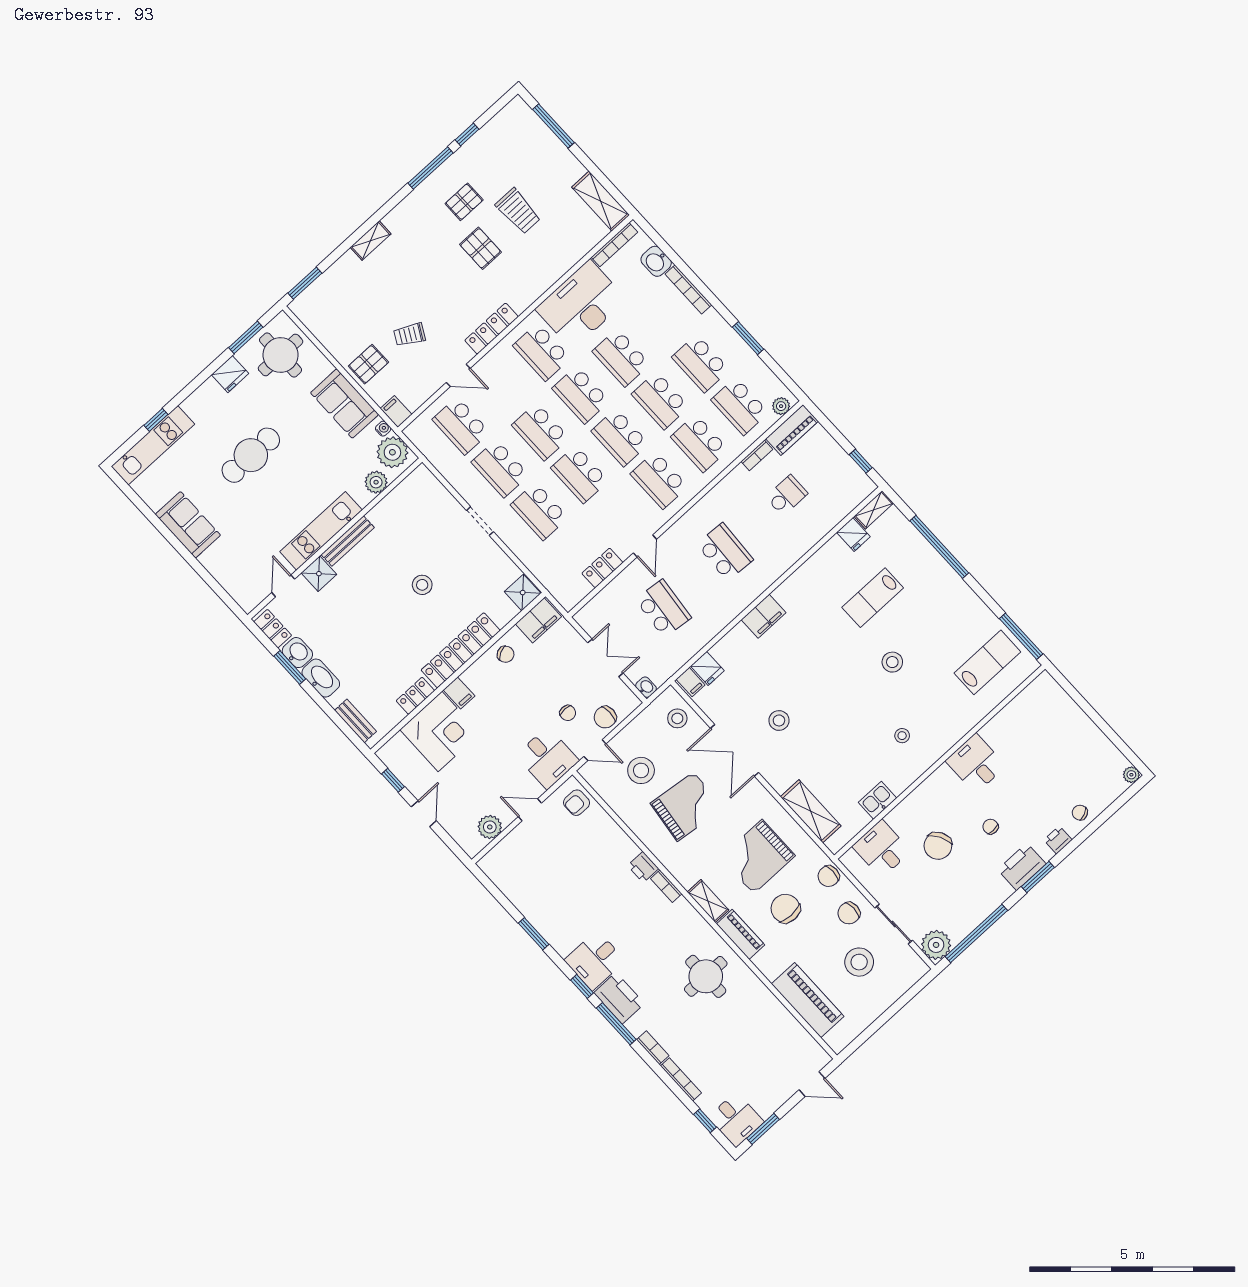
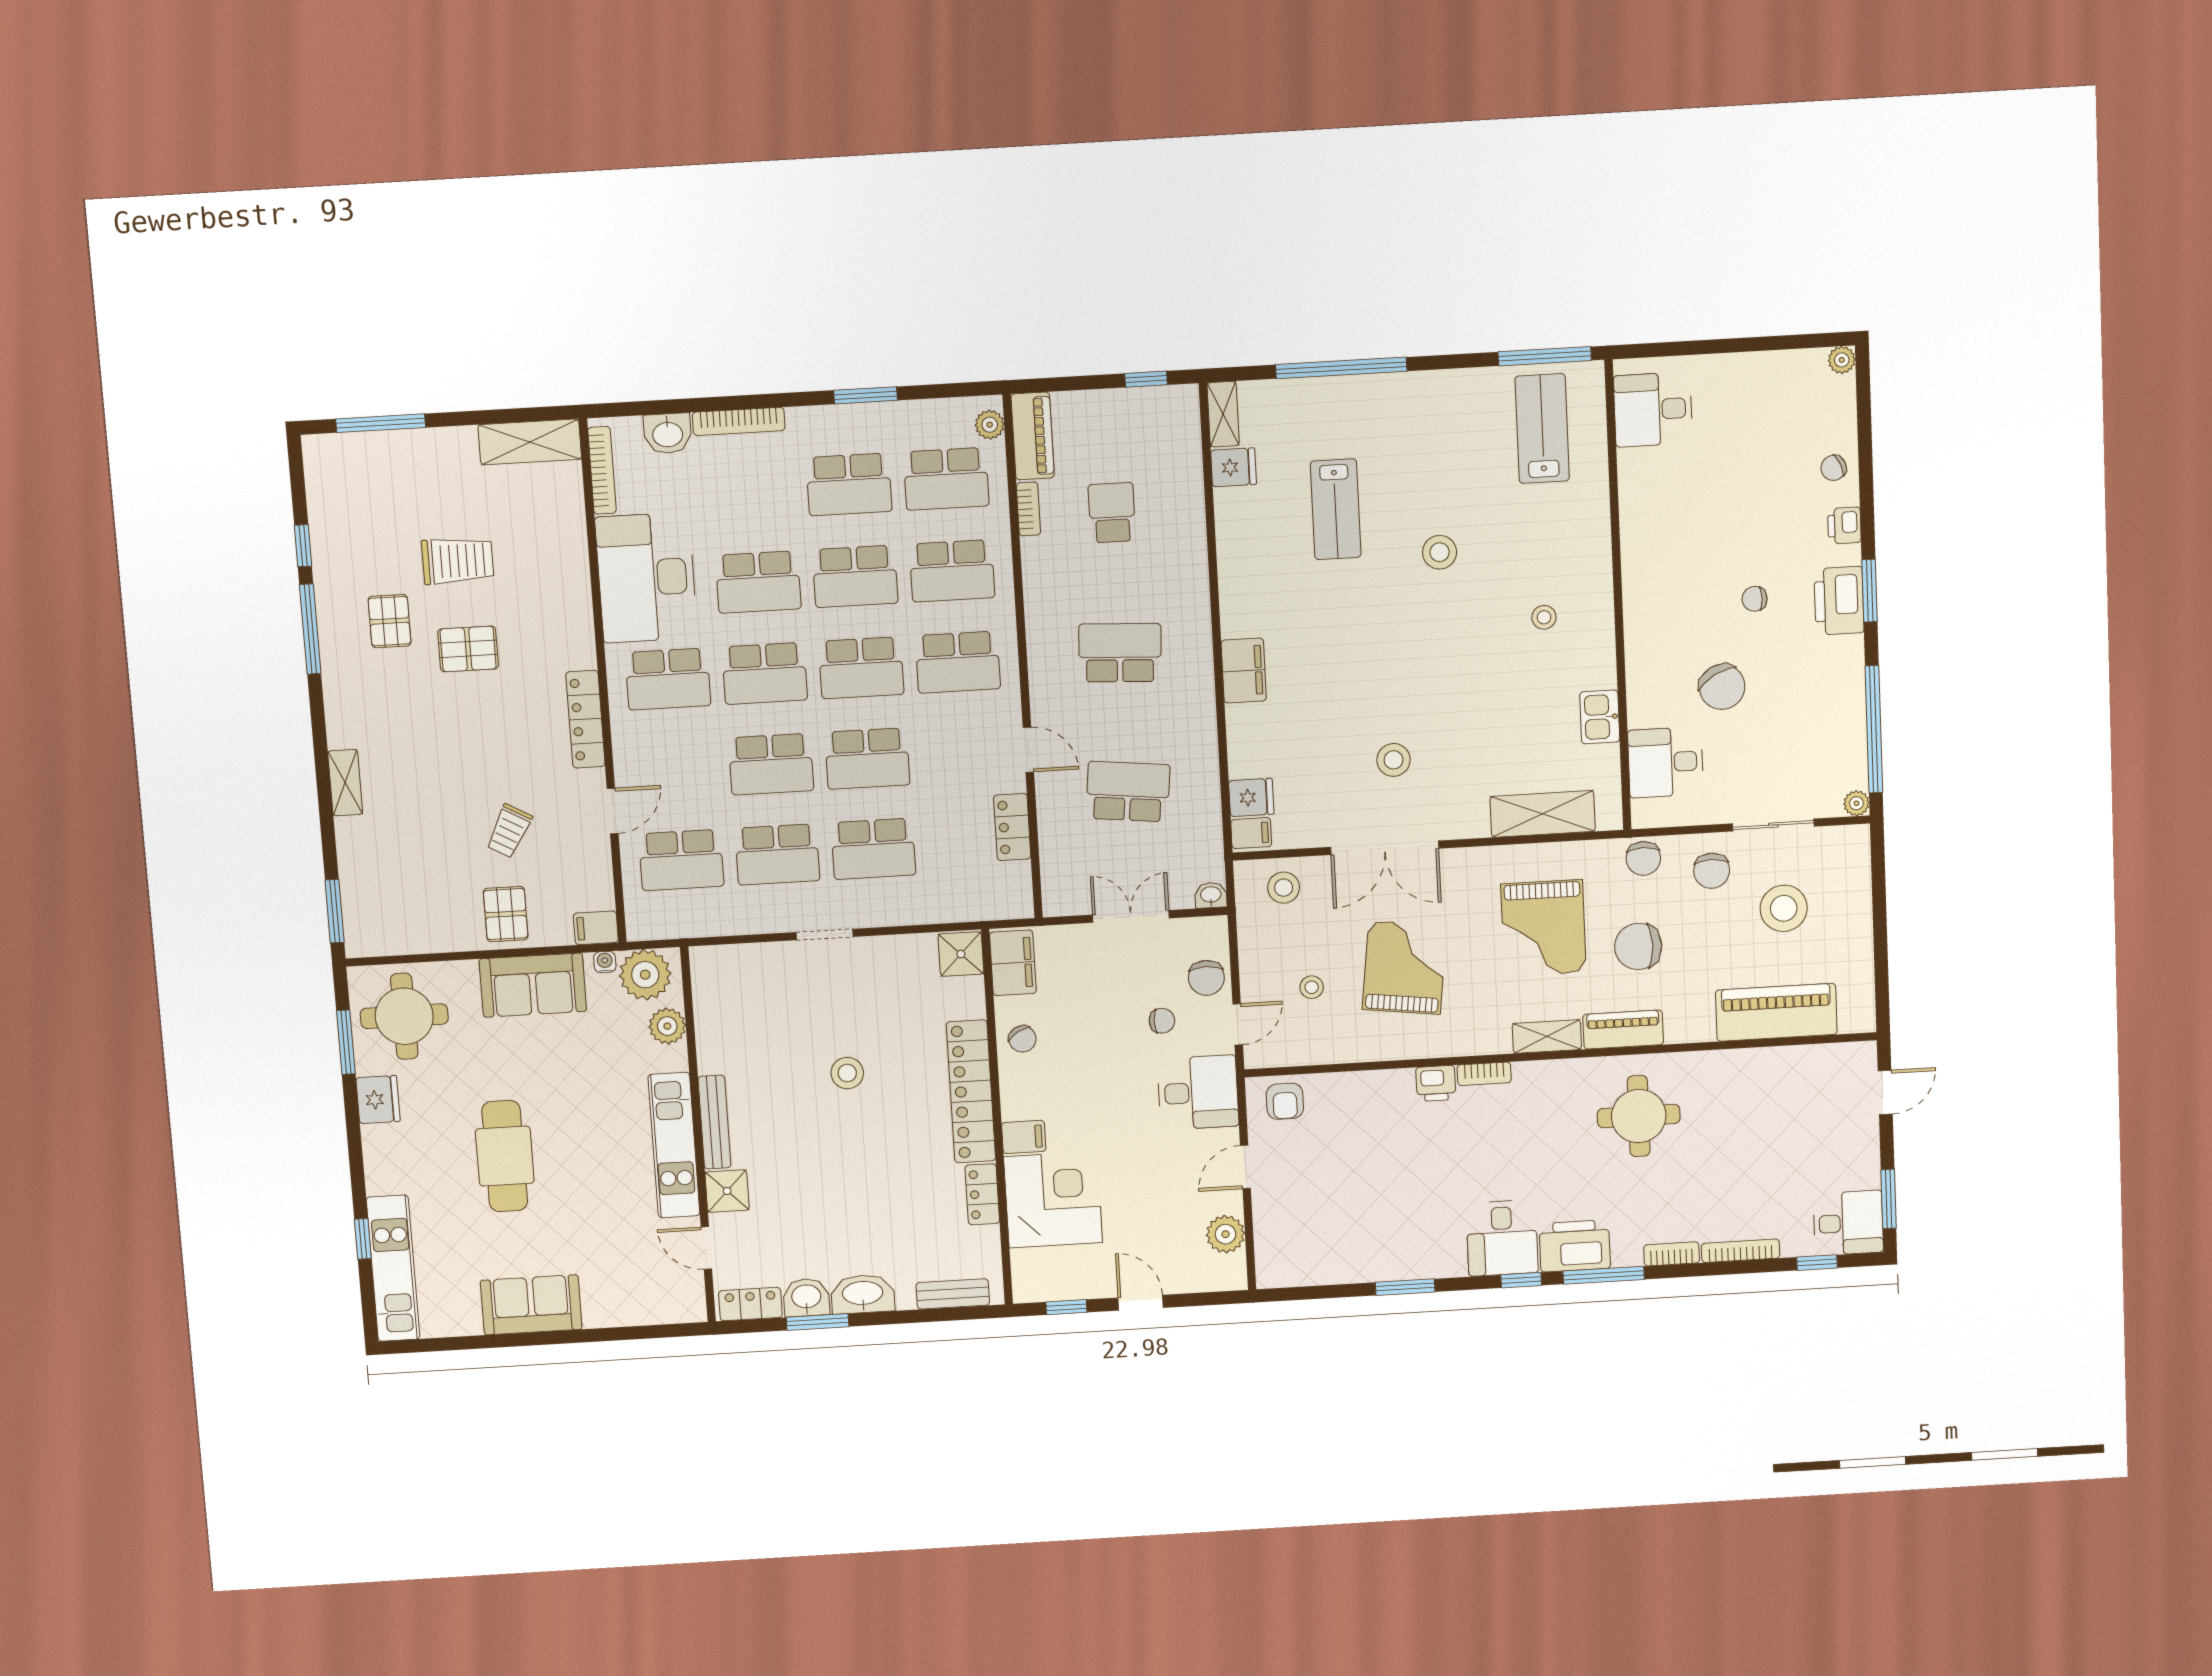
chair: (506, 654) -> (1022, 1039), turned 86
desk: (976, 763) -> (1653, 409), moved
stool: (641, 770) -> (1312, 987), width x0.53, depth x0.53
plant: (936, 945) -> (1856, 803), width x0.53, depth x0.53

